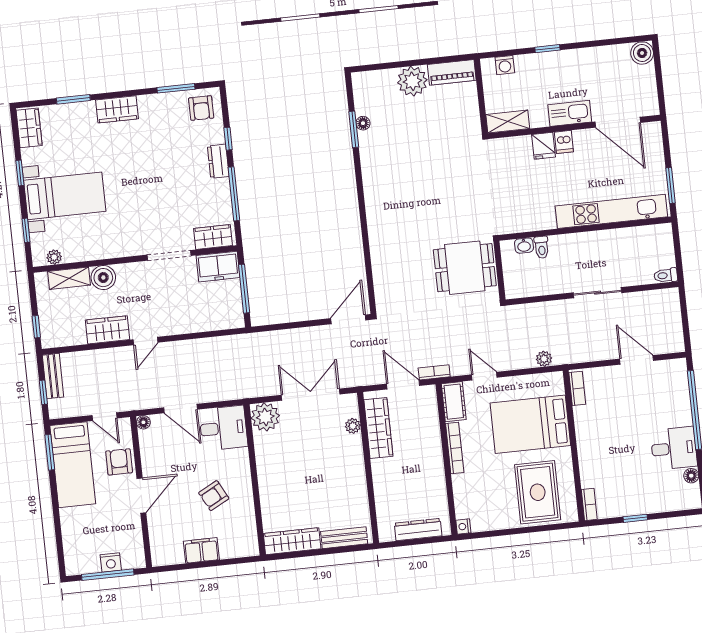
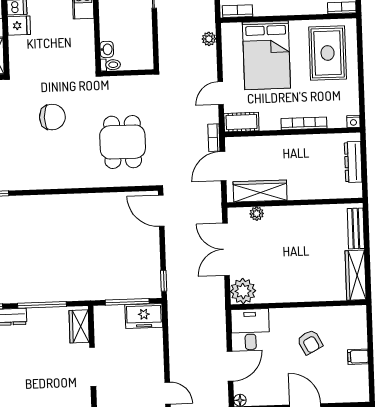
chair: (444, 190) -> (52, 117), added
toilet: (542, 247) -> (110, 65), moved
freezer: (218, 267) -> (144, 316), moved, turned 90
dining table: (465, 268) -> (123, 142), moved
window: (270, 328) -> (164, 281), added
bookcase: (455, 448) -> (304, 123), moved
rug: (538, 492) -> (328, 53), turned 90
filing cabinet: (201, 550) -> (358, 357), width x0.50

